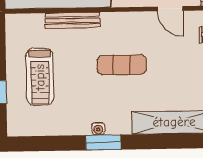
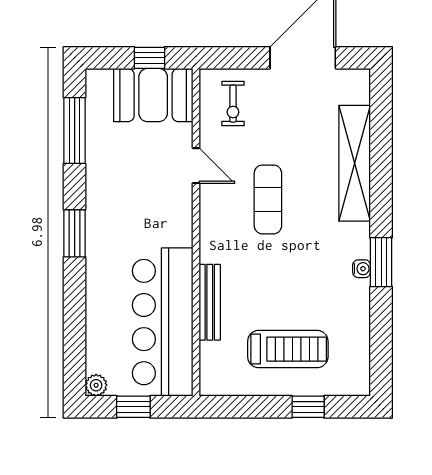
door: (170, 9) -> (196, 166), hinge flipped
exercise mat: (122, 65) -> (268, 199), moved

